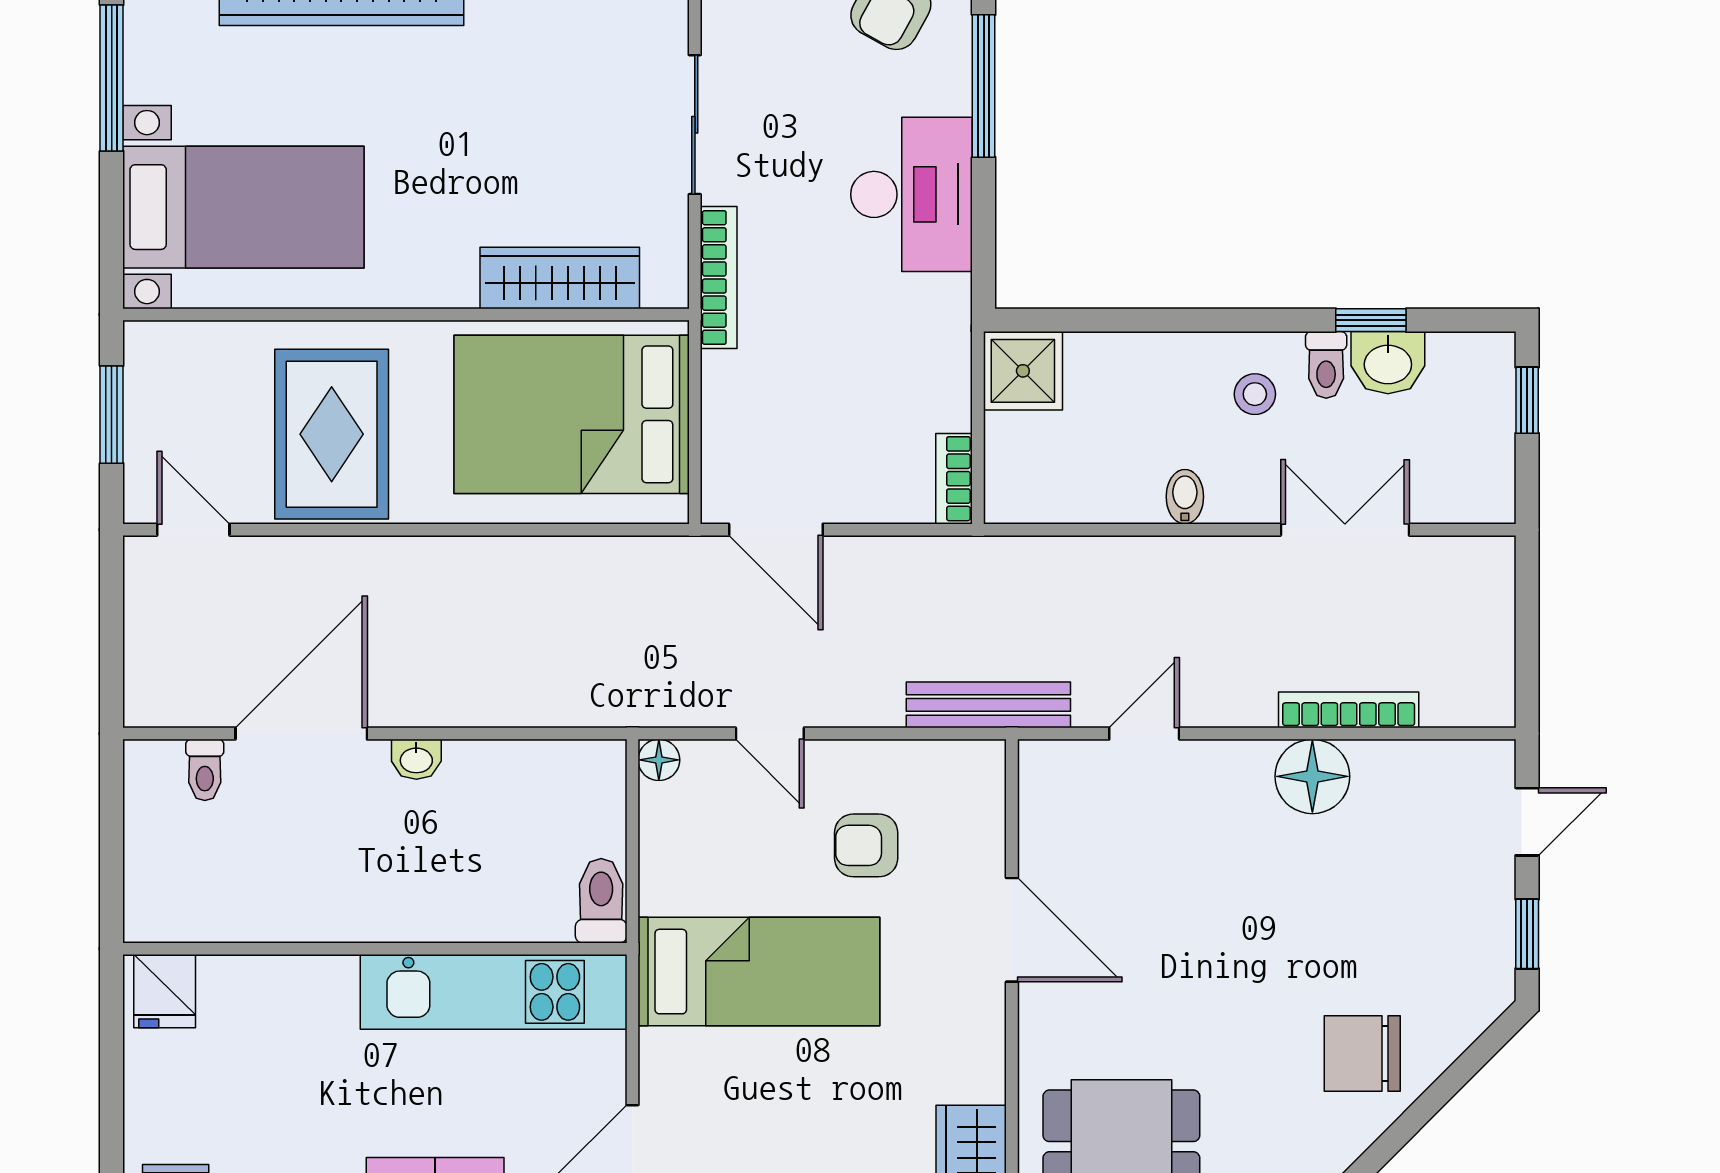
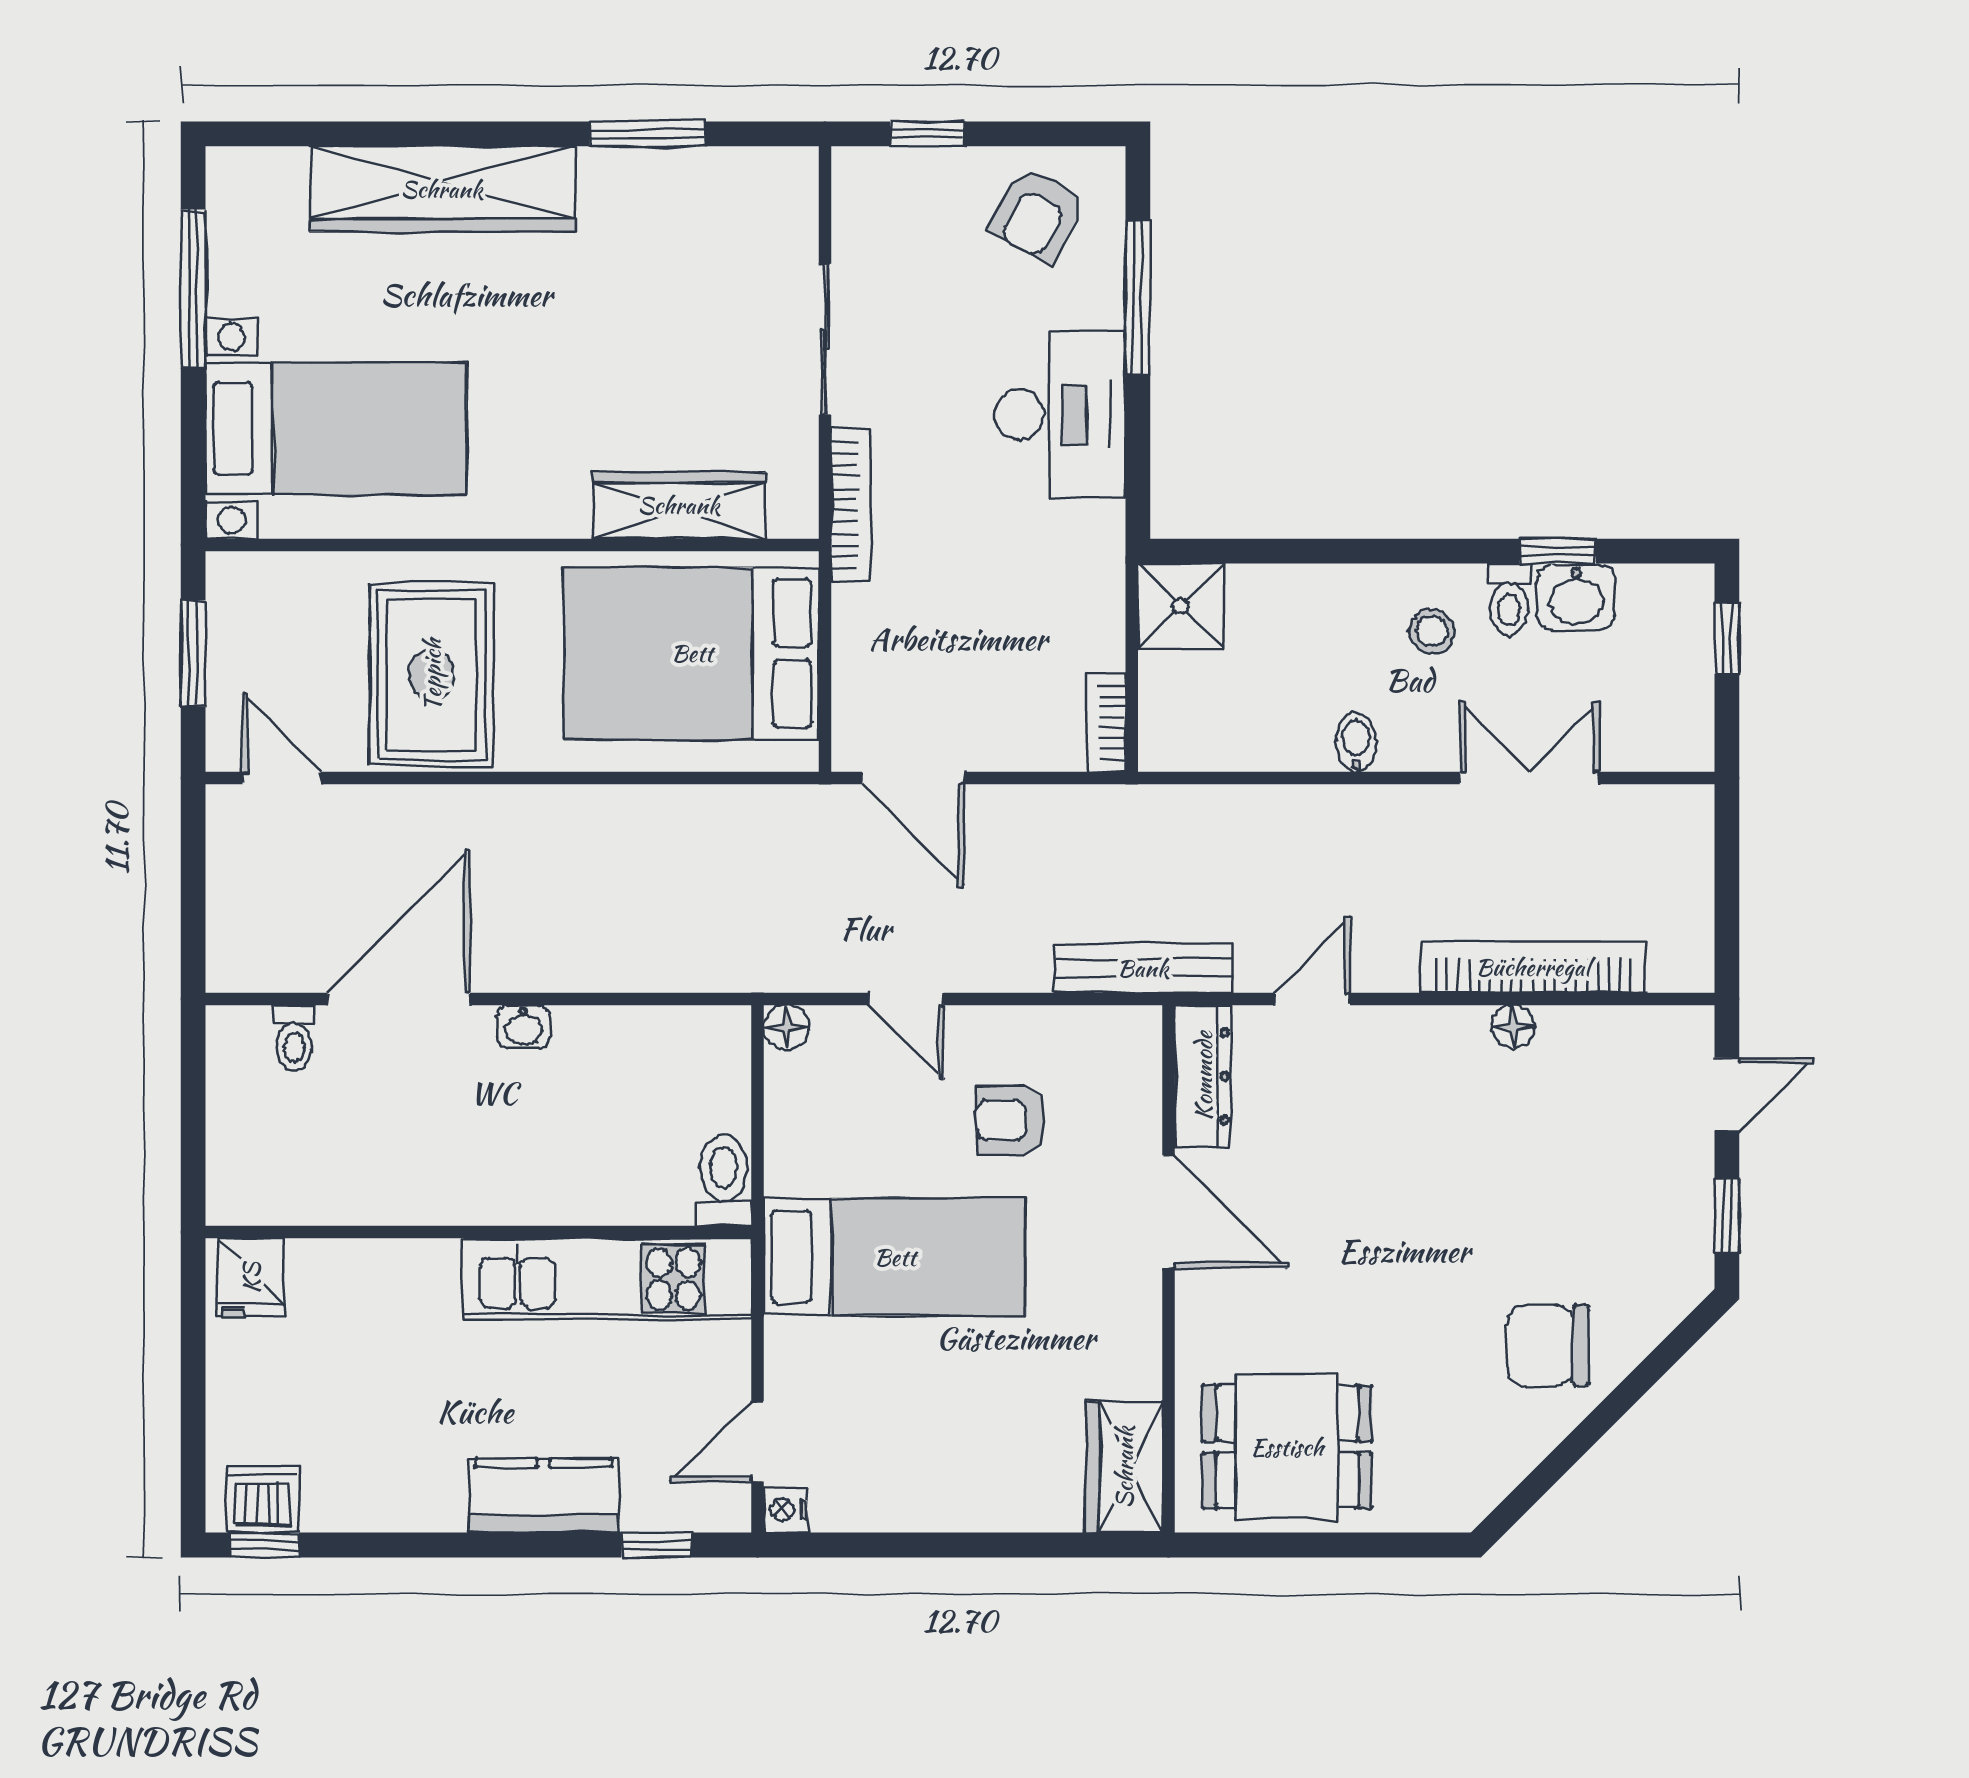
bookcase: (1349, 710) -> (1533, 967), width x1.48, depth x1.31
floor lamp: (1312, 776) -> (1513, 1027), width x0.53, depth x0.53
dresser: (1043, 805) -> (1203, 1076), added

